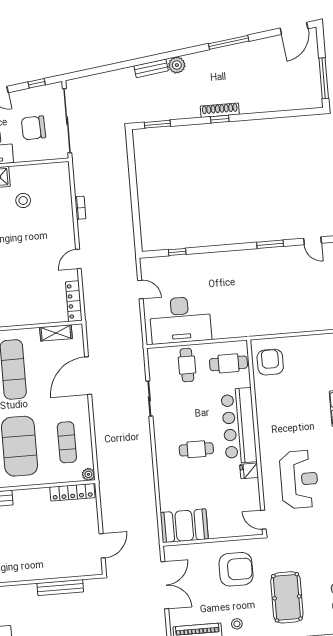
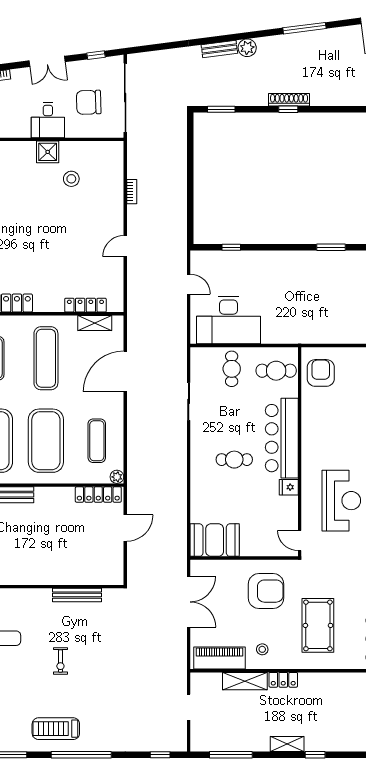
locker: (74, 301) -> (85, 305), moved, turned 90
door: (102, 546) -> (125, 528), moved

